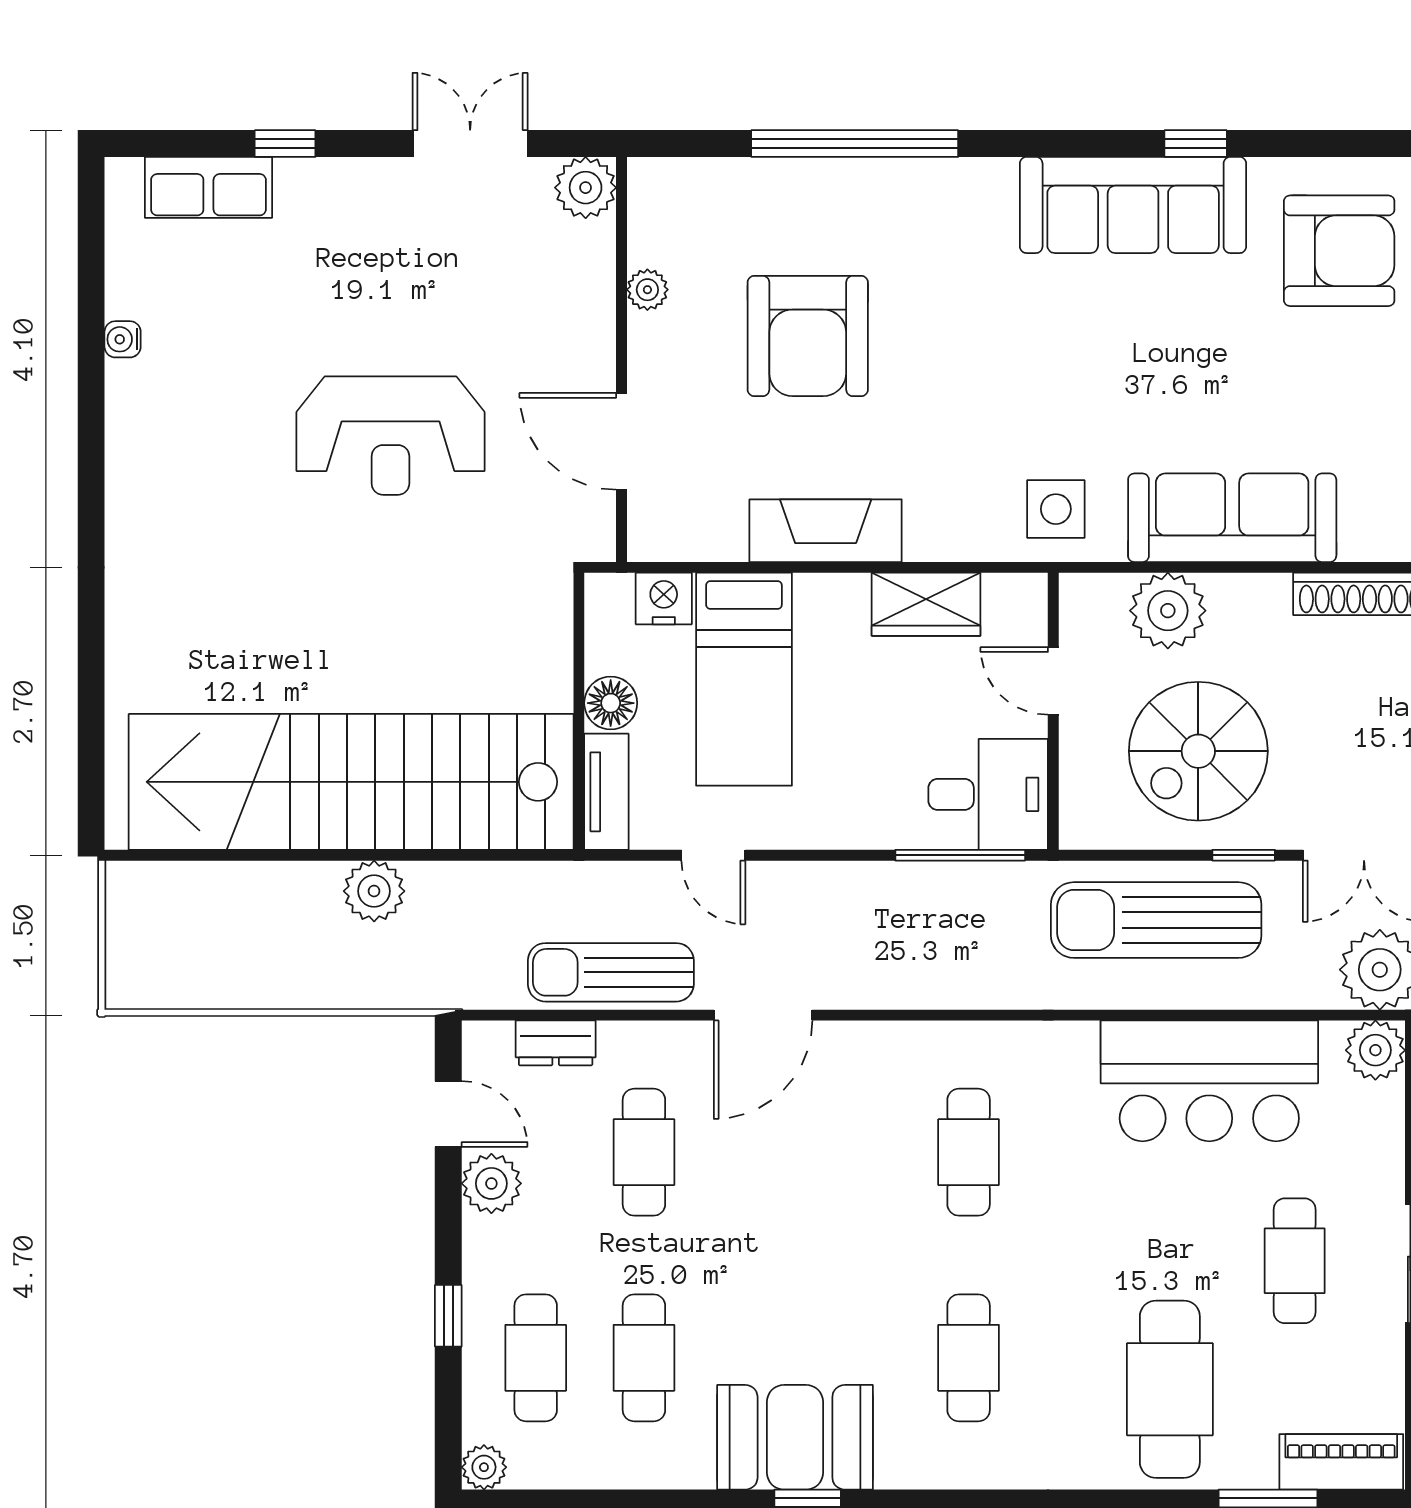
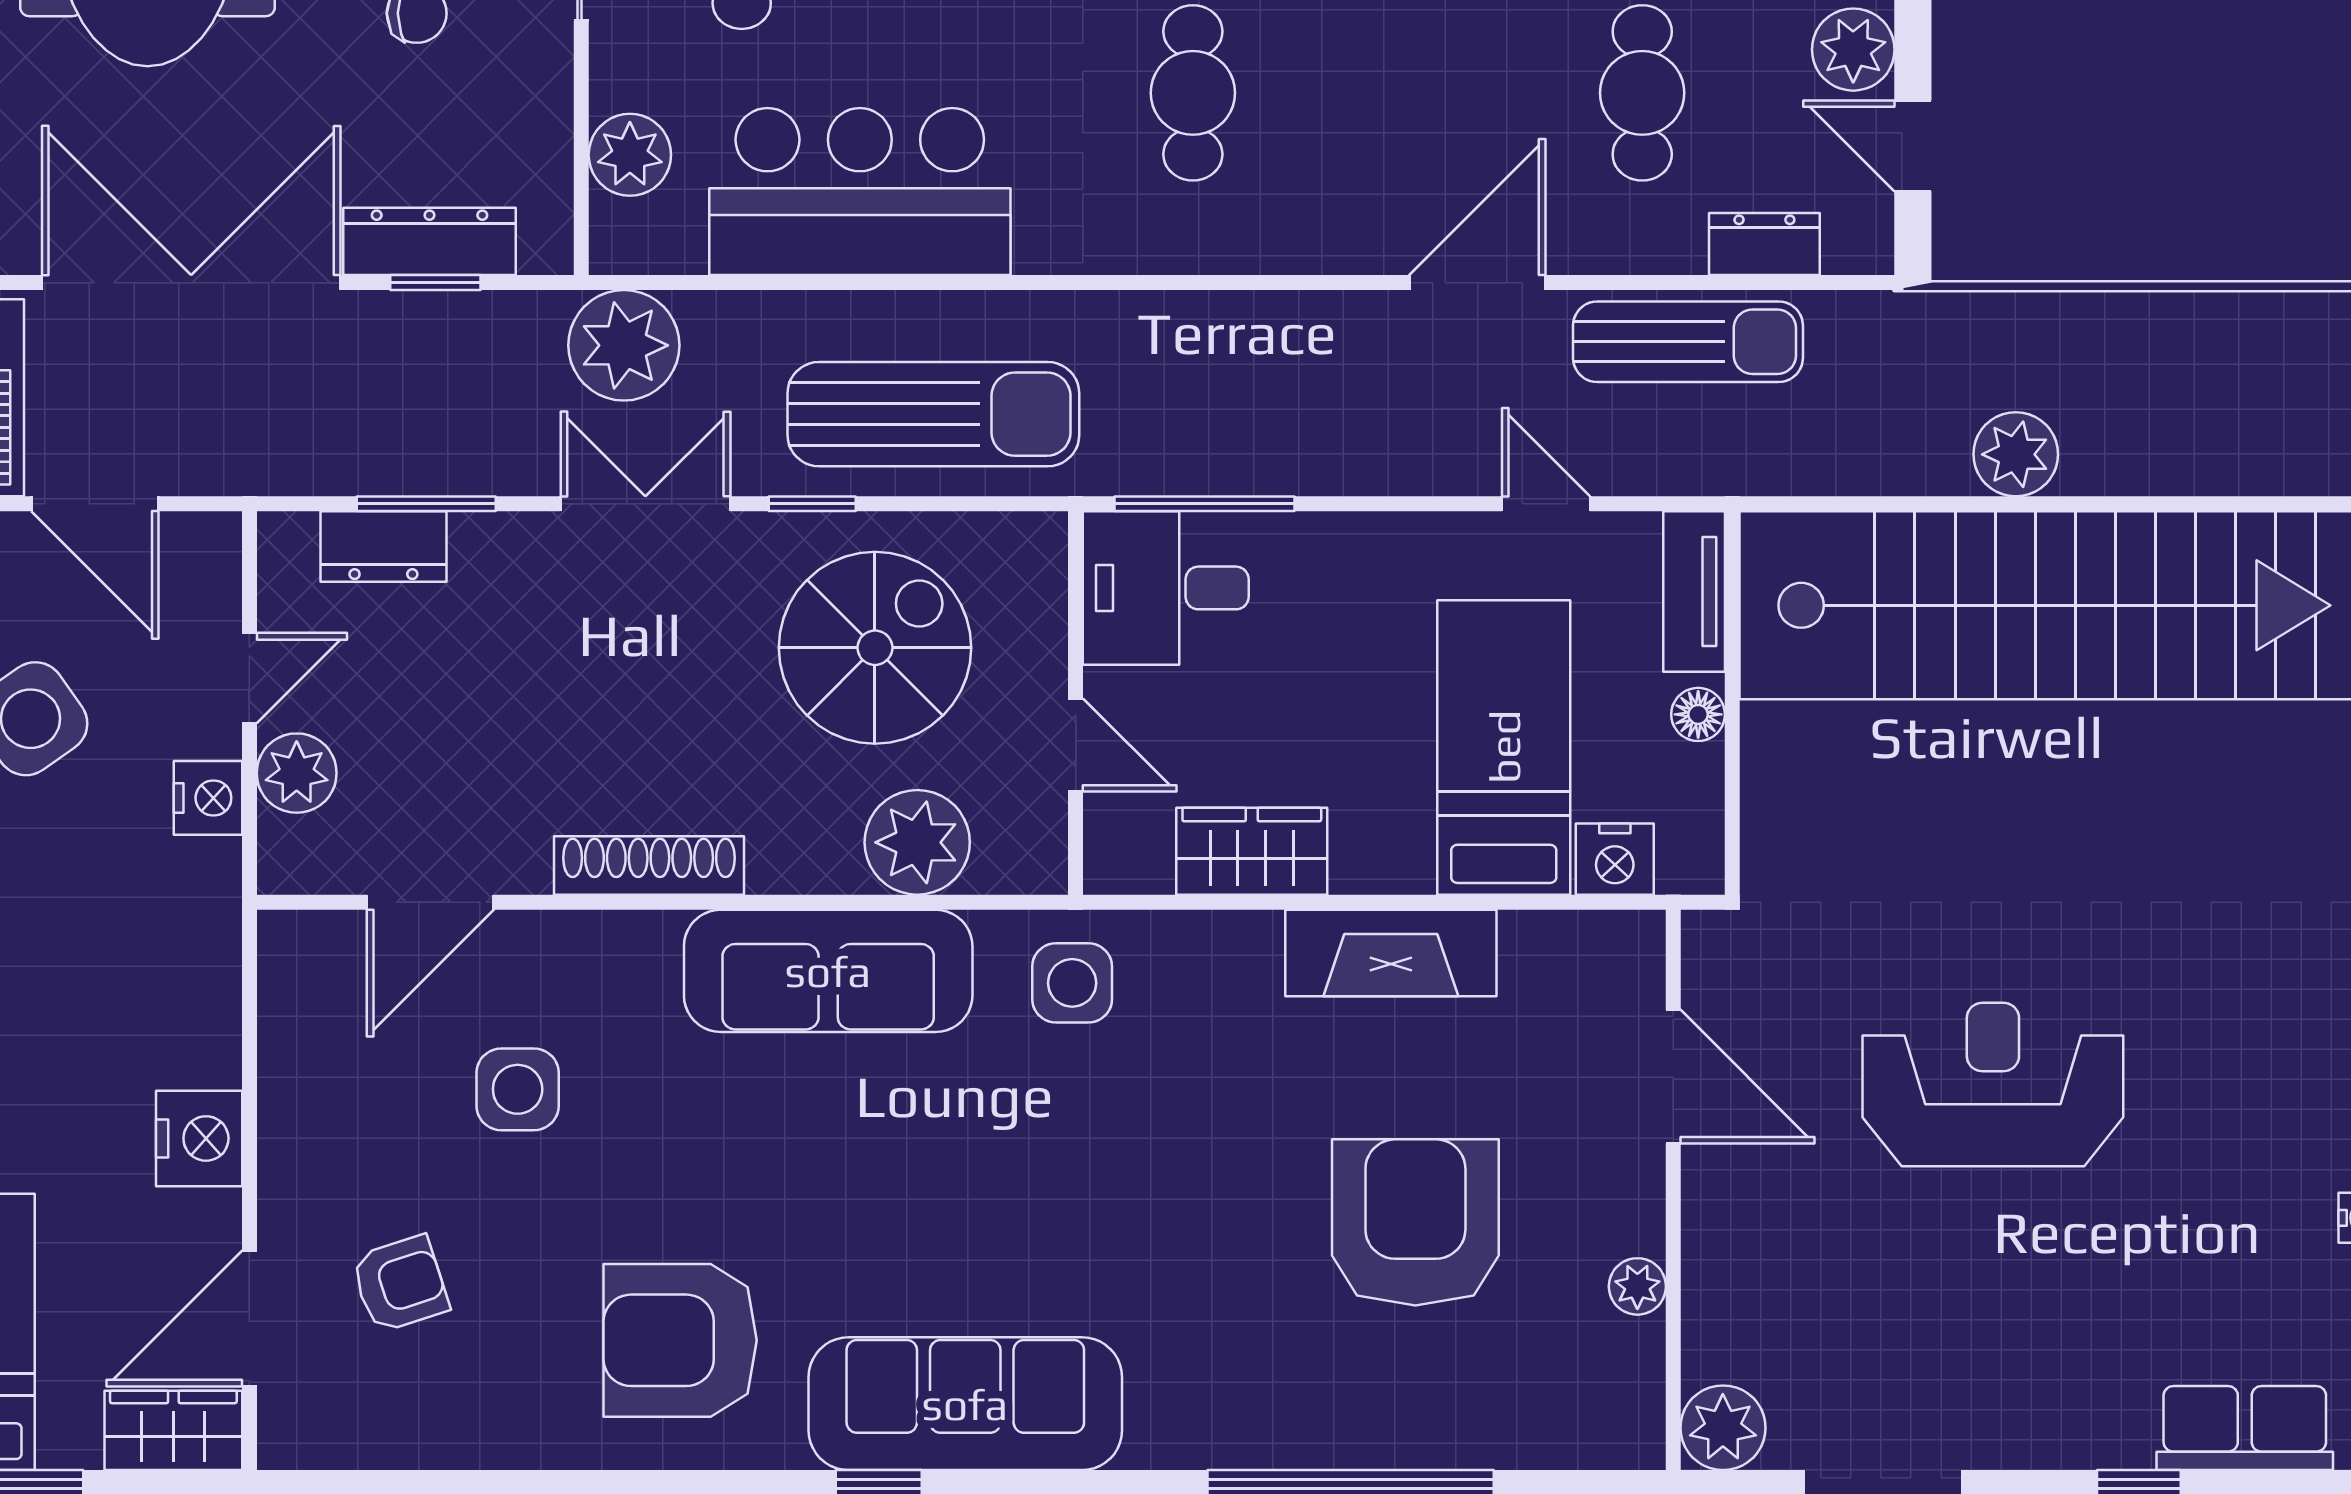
floor lamp: (611, 703) -> (1698, 714), width x0.73, depth x0.73
plant: (1375, 1050) -> (630, 155), moved

